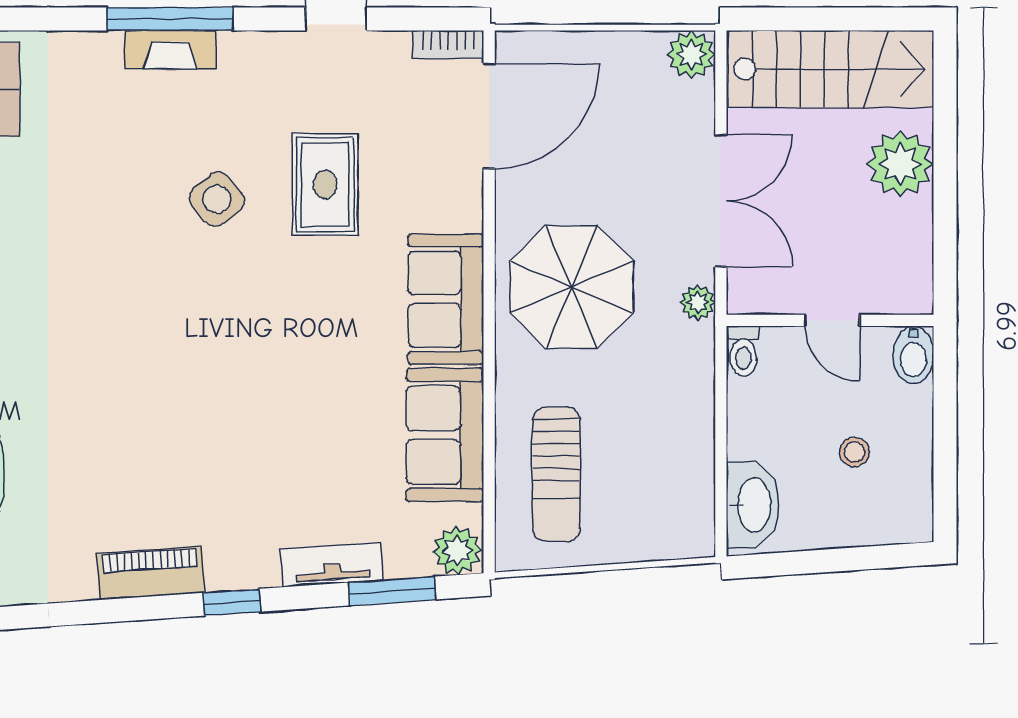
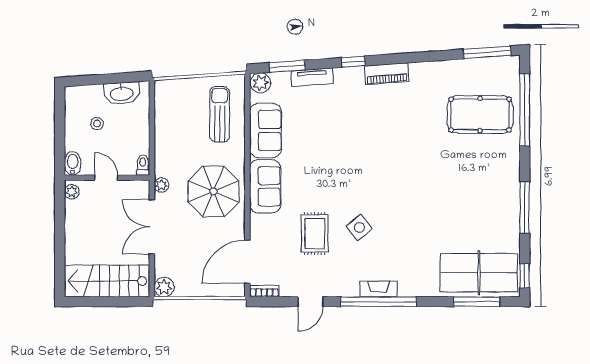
window: (170, 19) -> (379, 302), width x1.46
plant: (900, 164) -> (72, 192), moved, width x0.53, depth x0.53
washbasin: (753, 505) -> (122, 93), moved, turned -94

